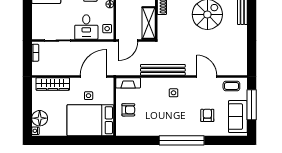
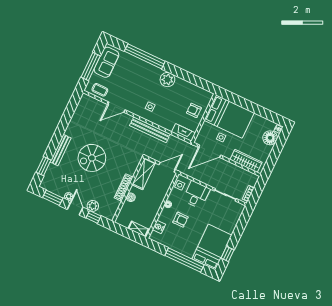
door: (207, 76) -> (116, 107), hinge flipped
armchair: (207, 115) -> (131, 75), removed
plant: (169, 128) -> (167, 80), added
window: (182, 140) -> (145, 56), moved

